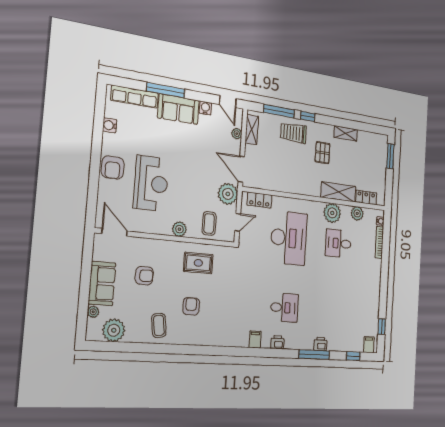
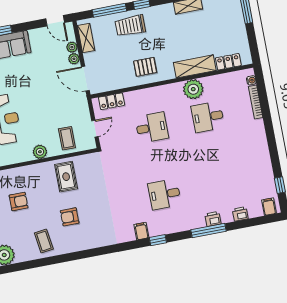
water cooler: (205, 108) -> (35, 35), removed
pallet: (323, 153) -> (145, 67), moved, turned 90
plant: (228, 194) -> (74, 59), moved, width x0.53, depth x0.53
plant: (357, 213) -> (222, 81), removed
desk: (289, 238) -> (152, 128), width x0.53, depth x0.77
rug: (198, 263) -> (66, 177), turned 90
armchair: (191, 306) -> (70, 217), turned -90
desk: (284, 308) -> (164, 194), turned 180
printer: (277, 342) -> (240, 214), moved
window: (353, 356) -> (158, 240), moved

